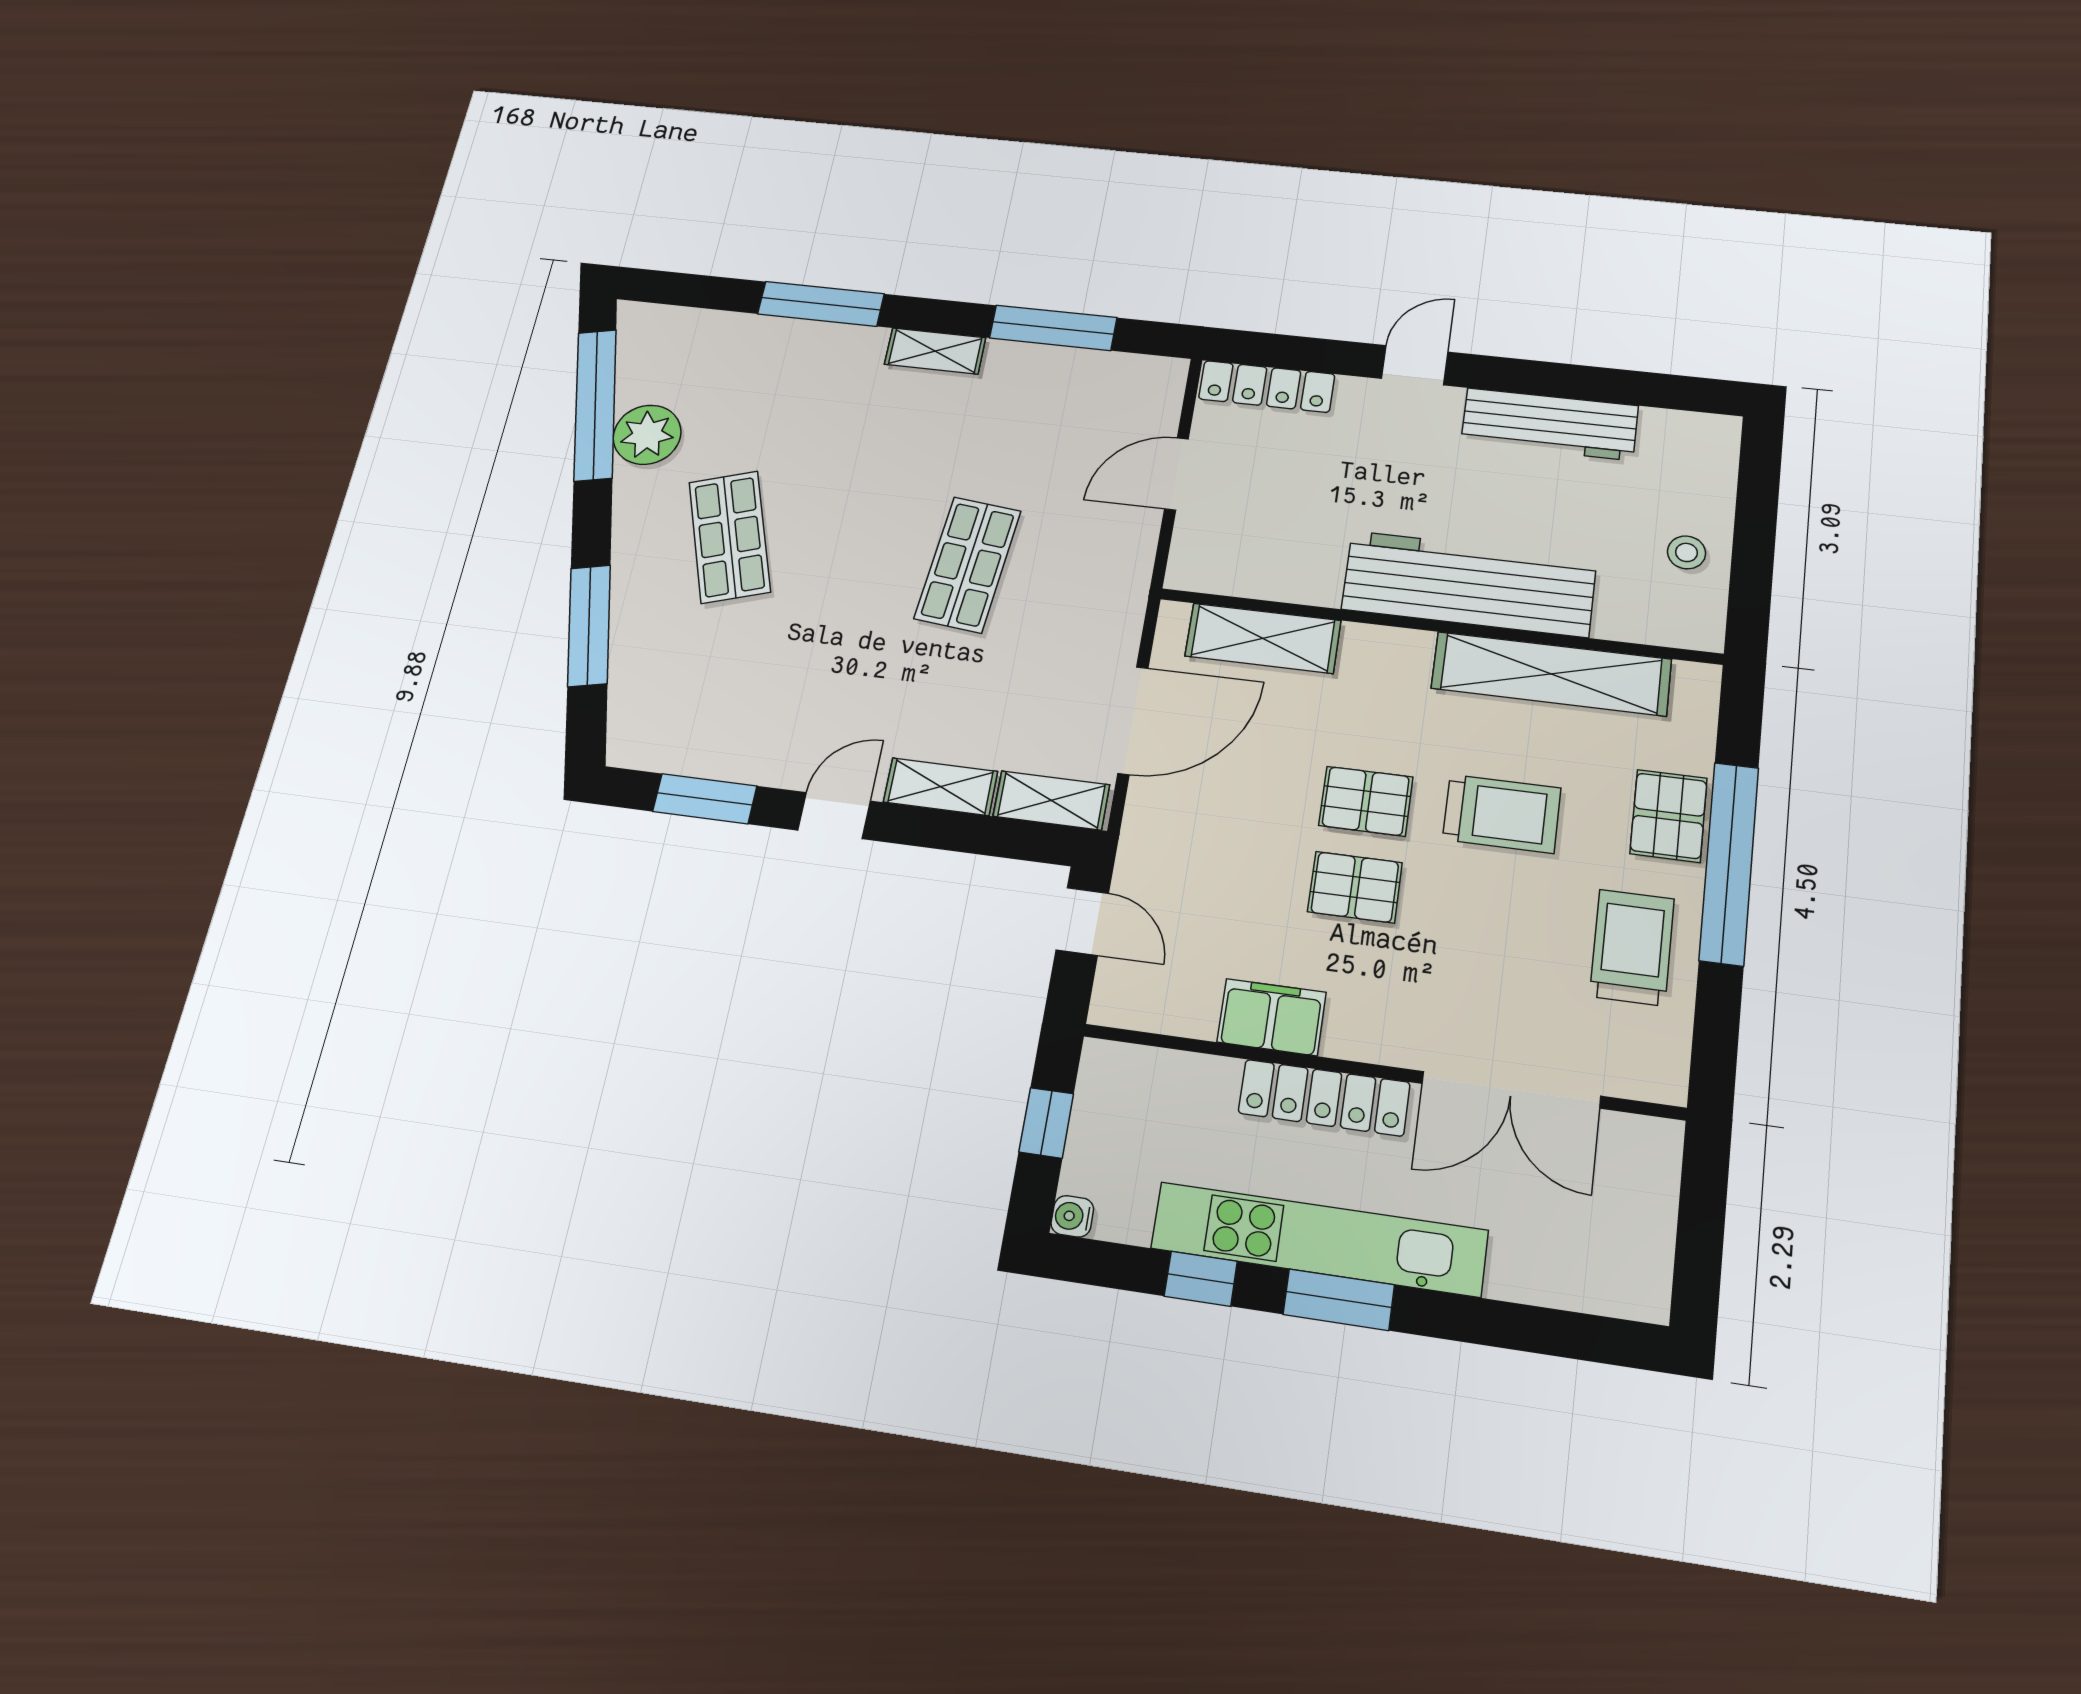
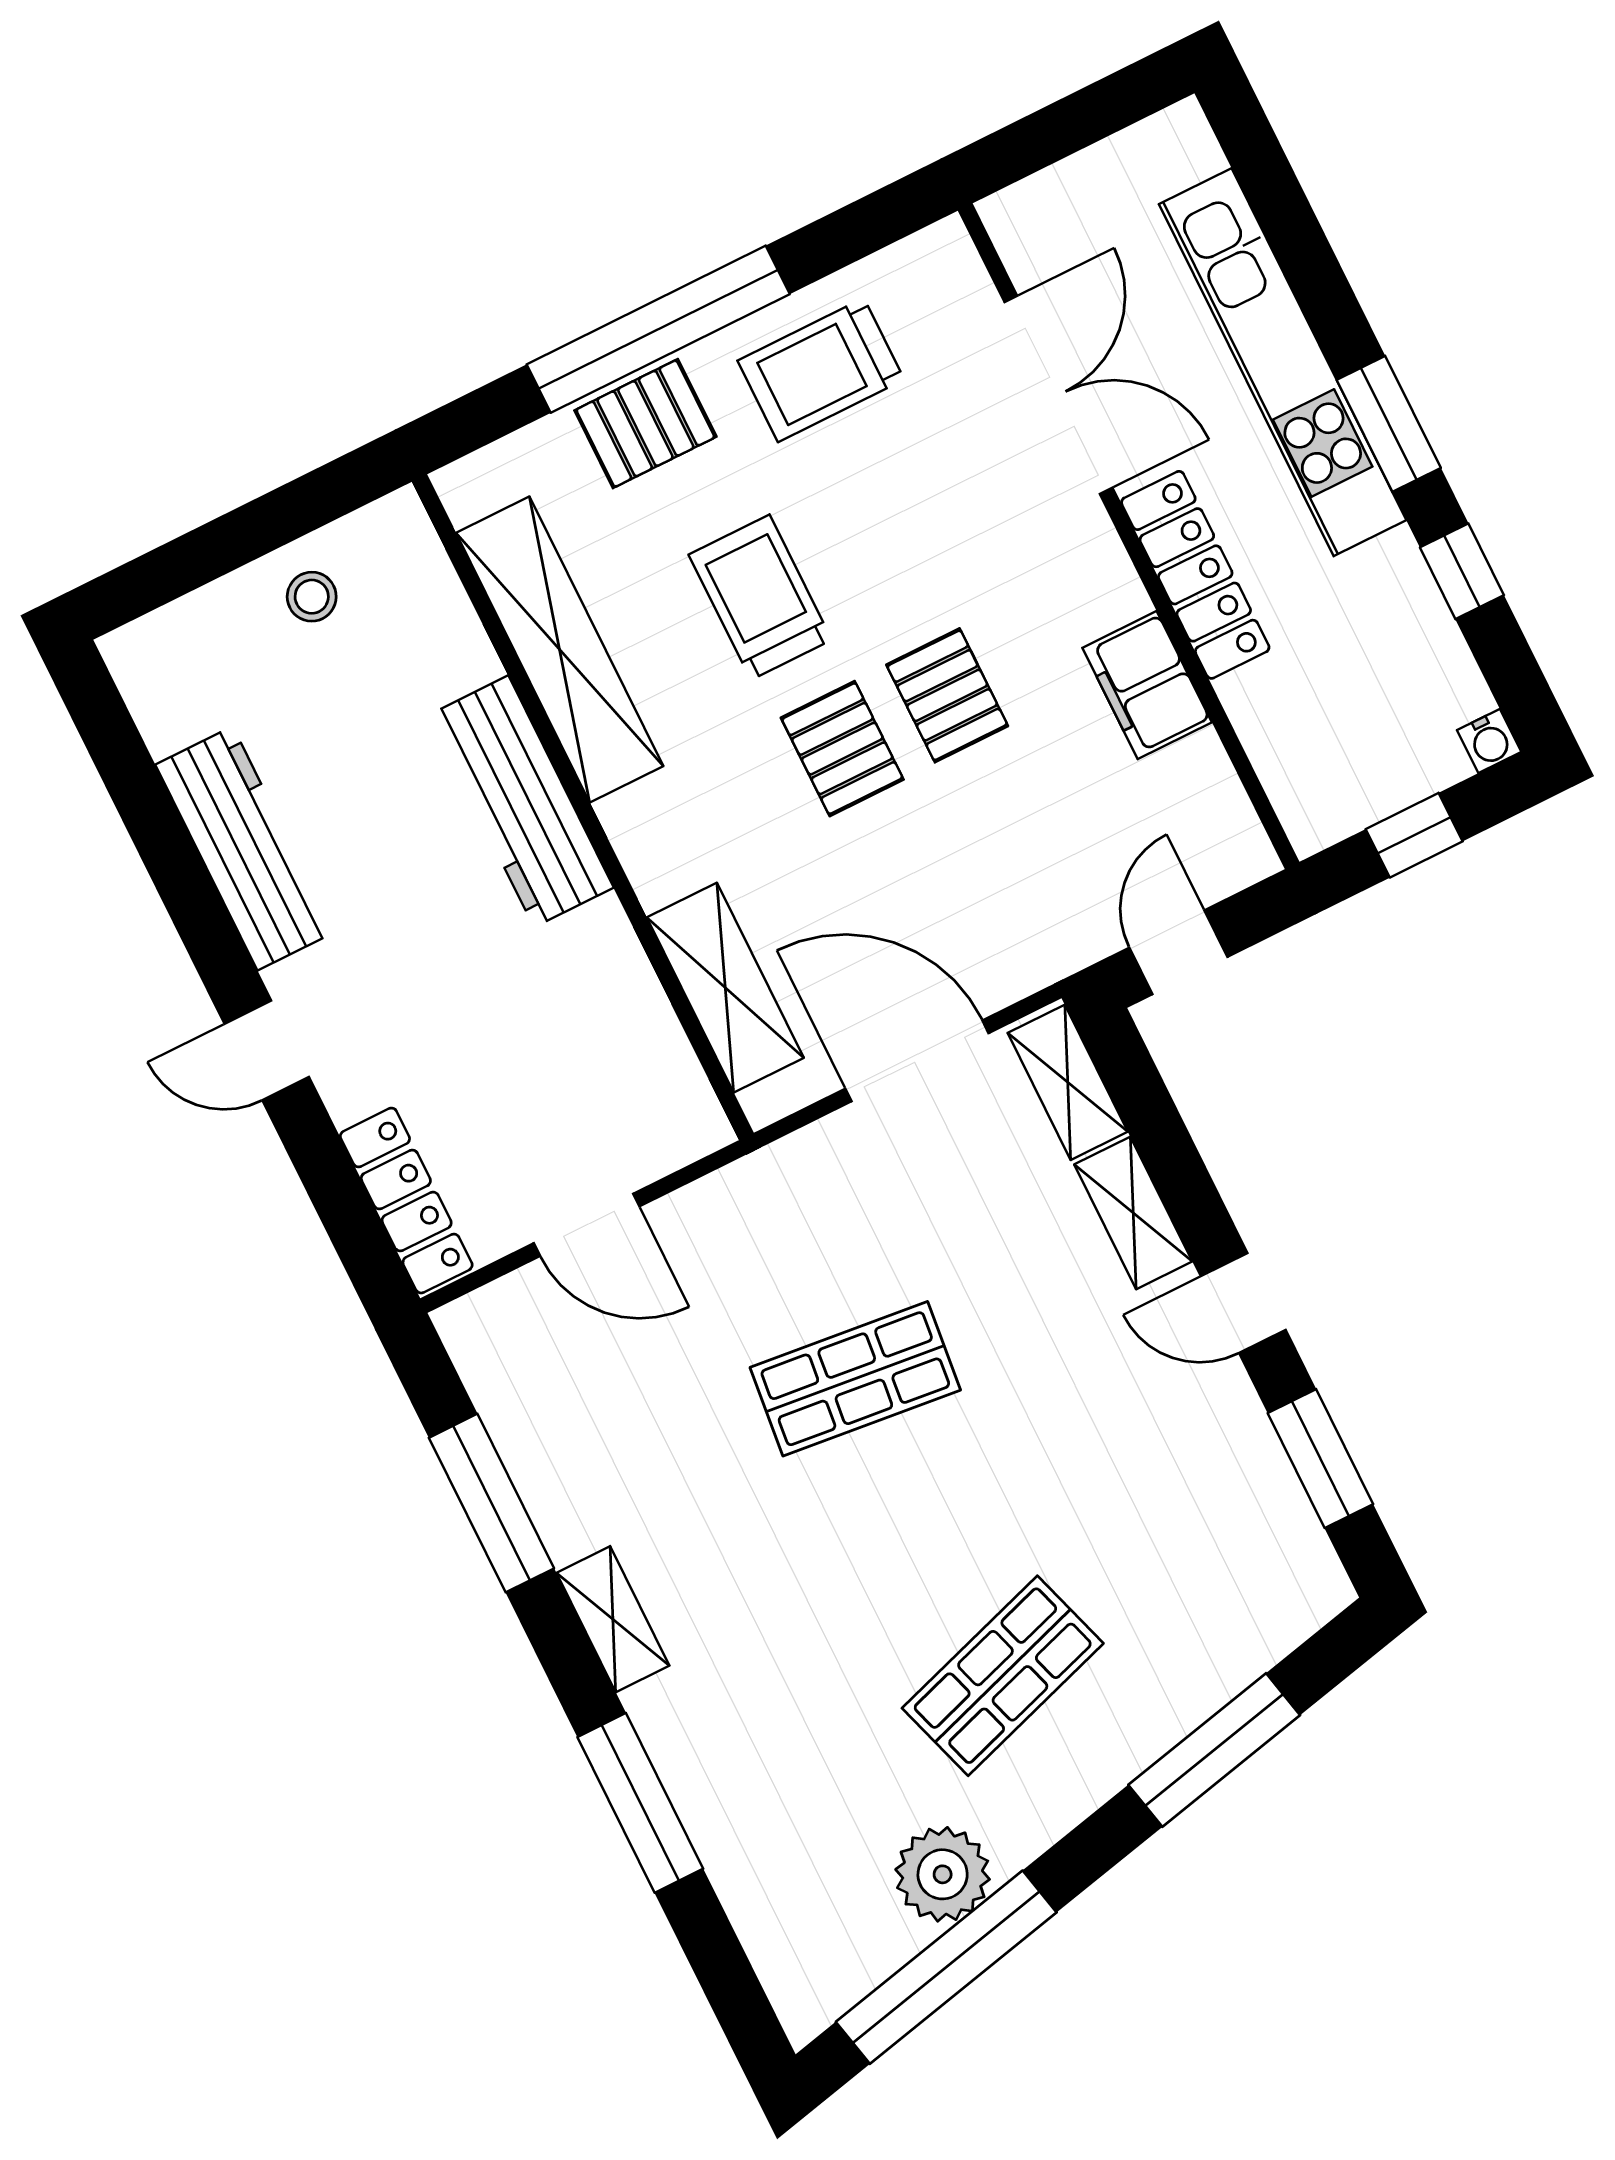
workbench: (1469, 584) -> (521, 801), width x0.73, depth x0.76
kitchen unit: (1319, 1239) -> (1283, 362), moved

